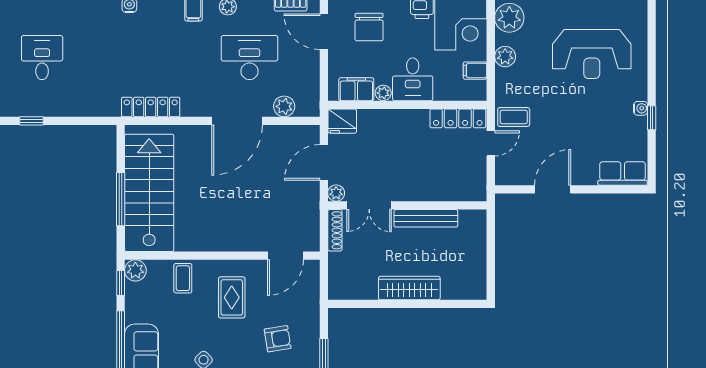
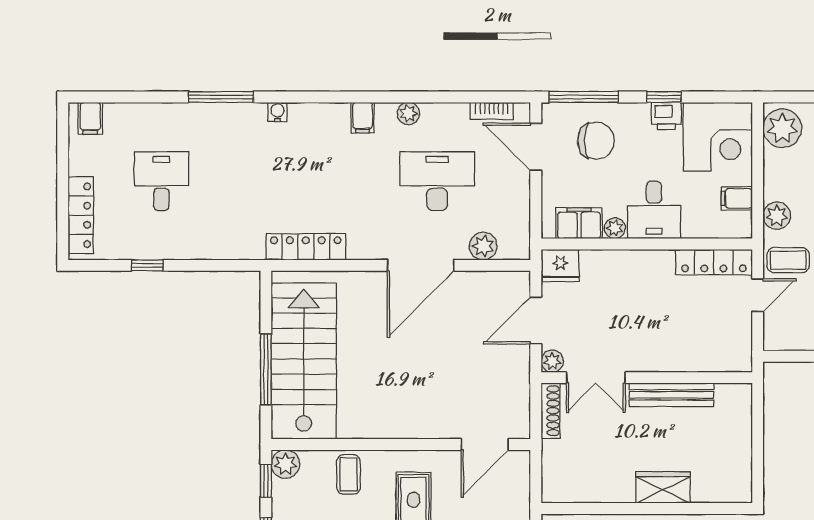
chair: (369, 27) -> (596, 141), turned -90
plant: (505, 57) -> (777, 216), moved
wardrobe: (409, 288) -> (663, 487), width x0.67

